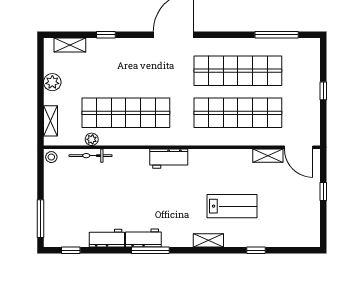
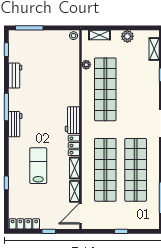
bicycle: (91, 156) -> (75, 64), removed
locker: (204, 156) -> (74, 145), added
lab bench: (232, 206) -> (38, 166), turned 180
locker: (313, 225) -> (24, 224), added
workbench: (143, 238) -> (15, 124), moved
shelving: (208, 240) -> (75, 168), moved

